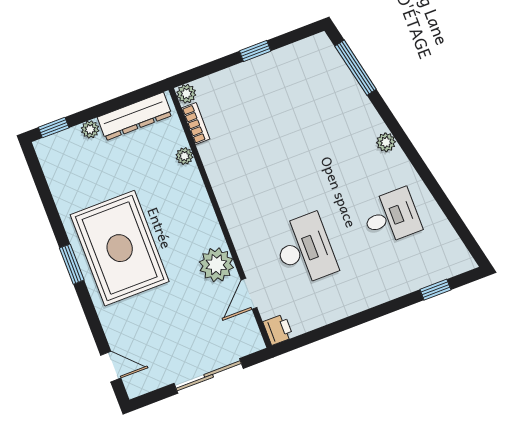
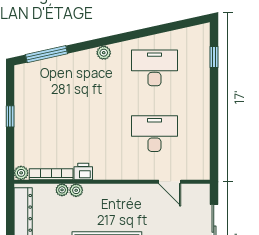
bookcase: (196, 123) -> (51, 174), width x1.56
desk: (391, 217) -> (154, 68), width x1.37
plant: (216, 265) -> (76, 190), moved, width x0.53, depth x0.53
printer: (278, 330) -> (83, 171), moved

